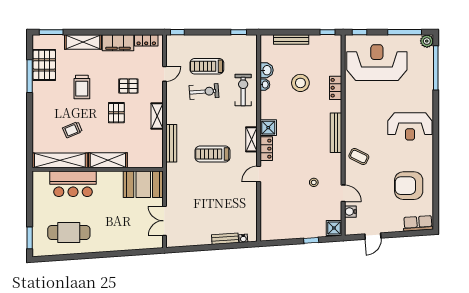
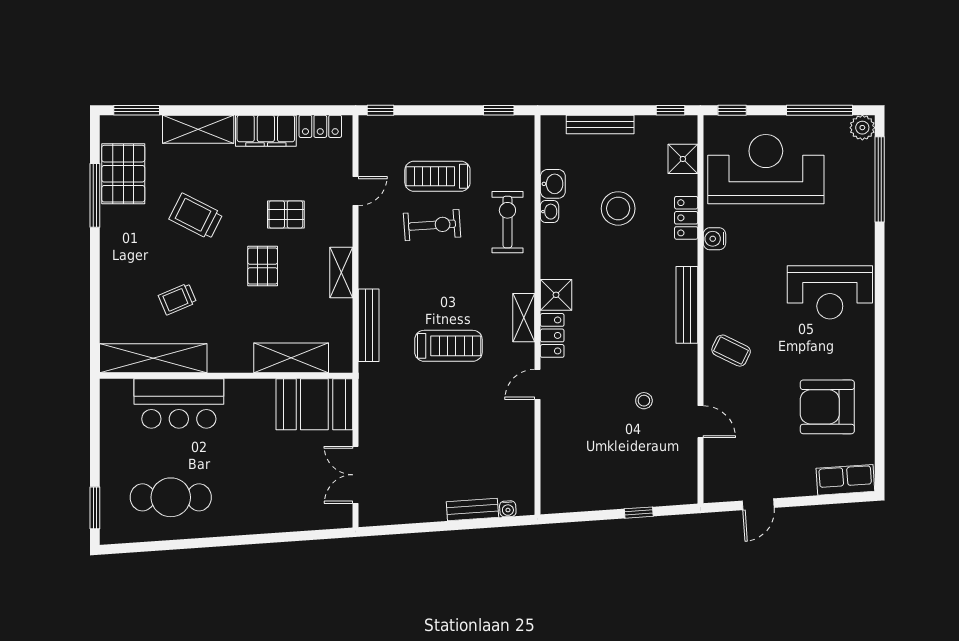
trolley: (82, 87) -> (196, 216), turned 117
treadmill: (213, 154) -> (448, 346), turned 180
shelving: (108, 160) -> (291, 358), moved
water cooler: (350, 212) -> (714, 239), moved
shower: (334, 228) -> (683, 159), moved

